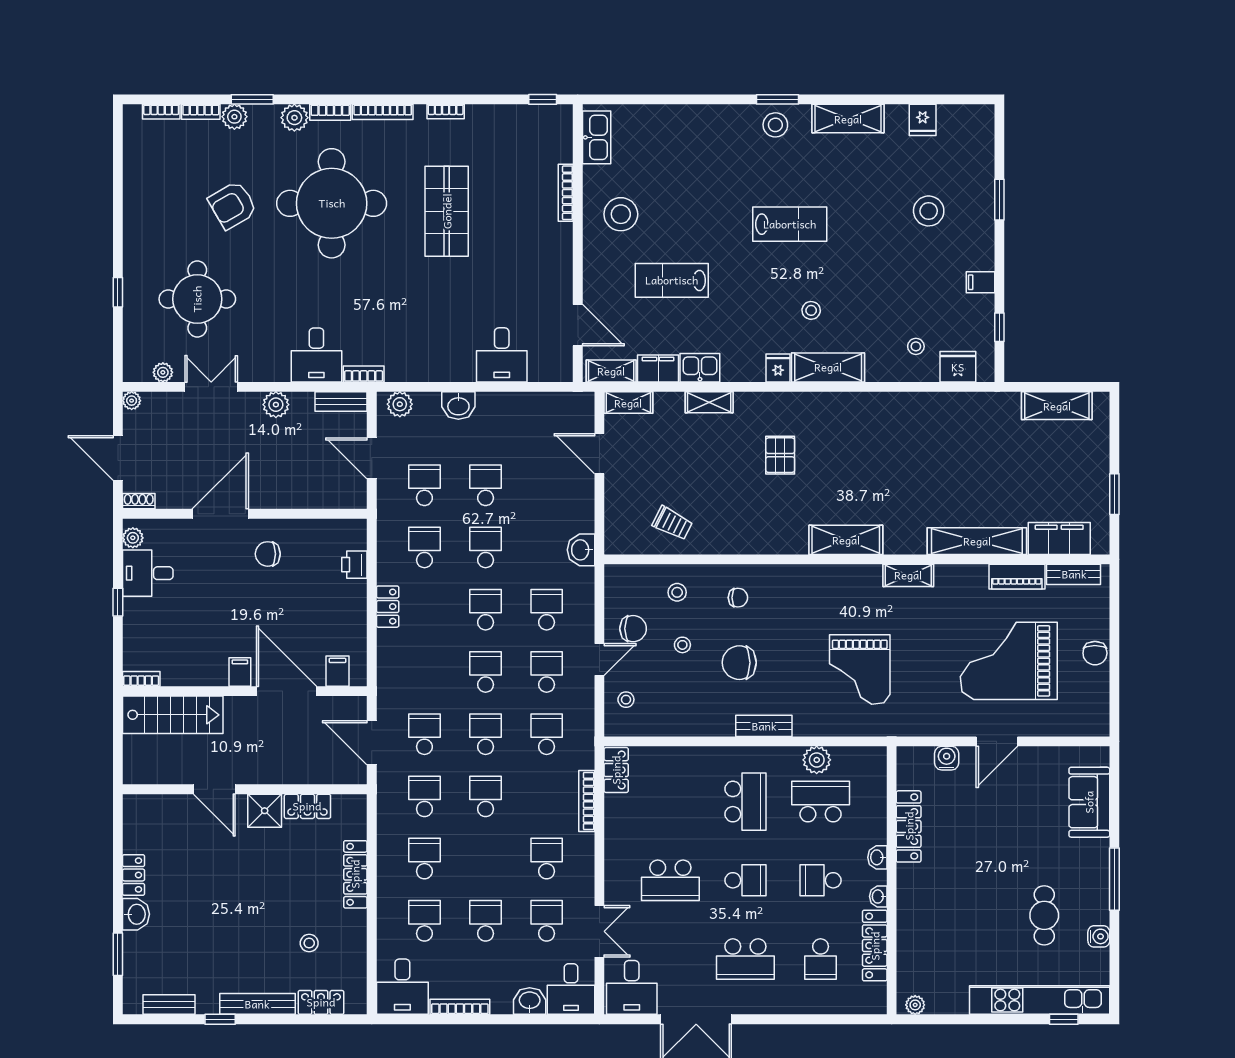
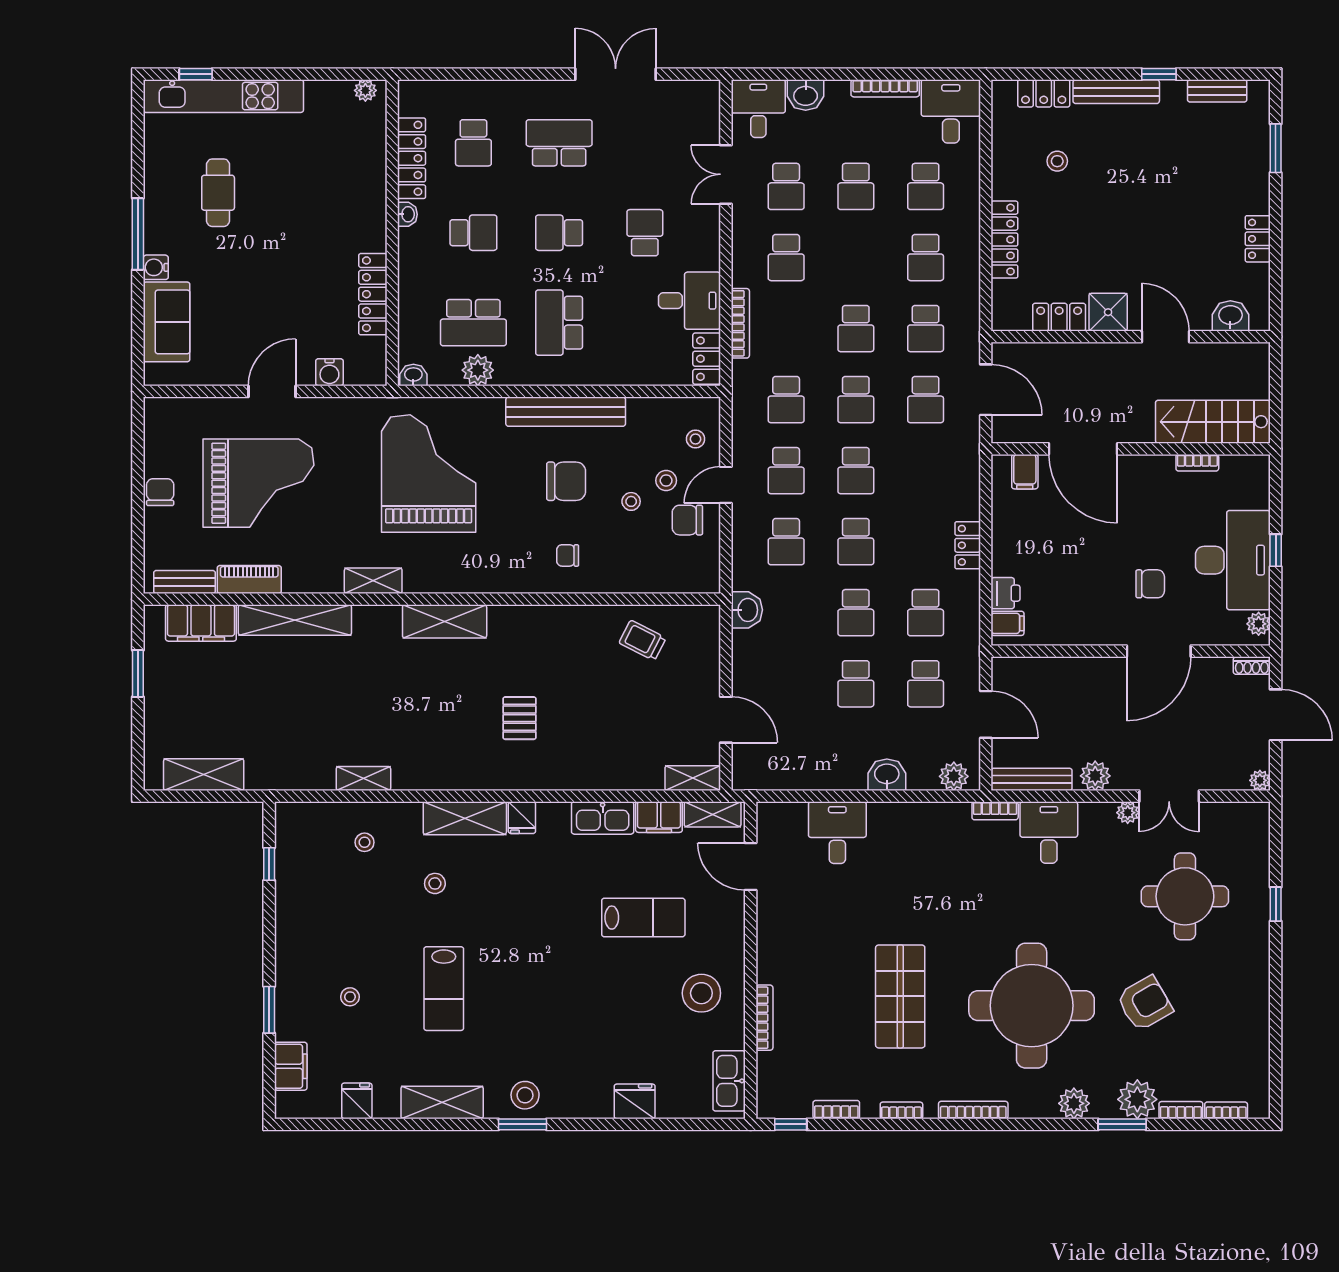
bookcase: (330, 112) -> (836, 1110), moved
plant: (234, 117) -> (1137, 1099), width x1.36, depth x1.36
stool: (929, 211) -> (350, 997), width x0.53, depth x0.53
lab bench: (790, 224) -> (444, 989), moved, turned -90
filing cabinet: (981, 282) -> (291, 1066), moved, width x2.00
stool: (811, 310) -> (435, 883), moved
fridge: (958, 367) -> (635, 1101), moved, turned 180
kitchen sink: (700, 368) -> (603, 818), width x1.38
plant: (163, 372) -> (1128, 813), moved
bench: (341, 402) -> (1032, 779), width x1.36
shelving: (709, 402) -> (363, 778), moved
chair: (268, 554) -> (1150, 584), moved
desk: (148, 573) -> (1233, 560), width x1.87, depth x1.30
stool: (677, 592) -> (666, 480), moved
grand piano: (860, 669) -> (429, 473), width x1.37, depth x1.48
filing cabinet: (240, 672) -> (1008, 623), moved, turned -90
bookcase: (141, 679) -> (1197, 463), moved
bench: (764, 726) -> (566, 412), width x1.86, depth x1.21
washbasin: (877, 857) -> (413, 375), moved, turned -90
school desk: (670, 880) -> (645, 233), width x0.54
washbasin: (136, 914) -> (1230, 316), moved, turned 90
water cooler: (1099, 936) -> (156, 267), moved
school desk: (821, 959) -> (473, 143), turned 180
desk: (632, 987) -> (690, 301), moved, turned 90

